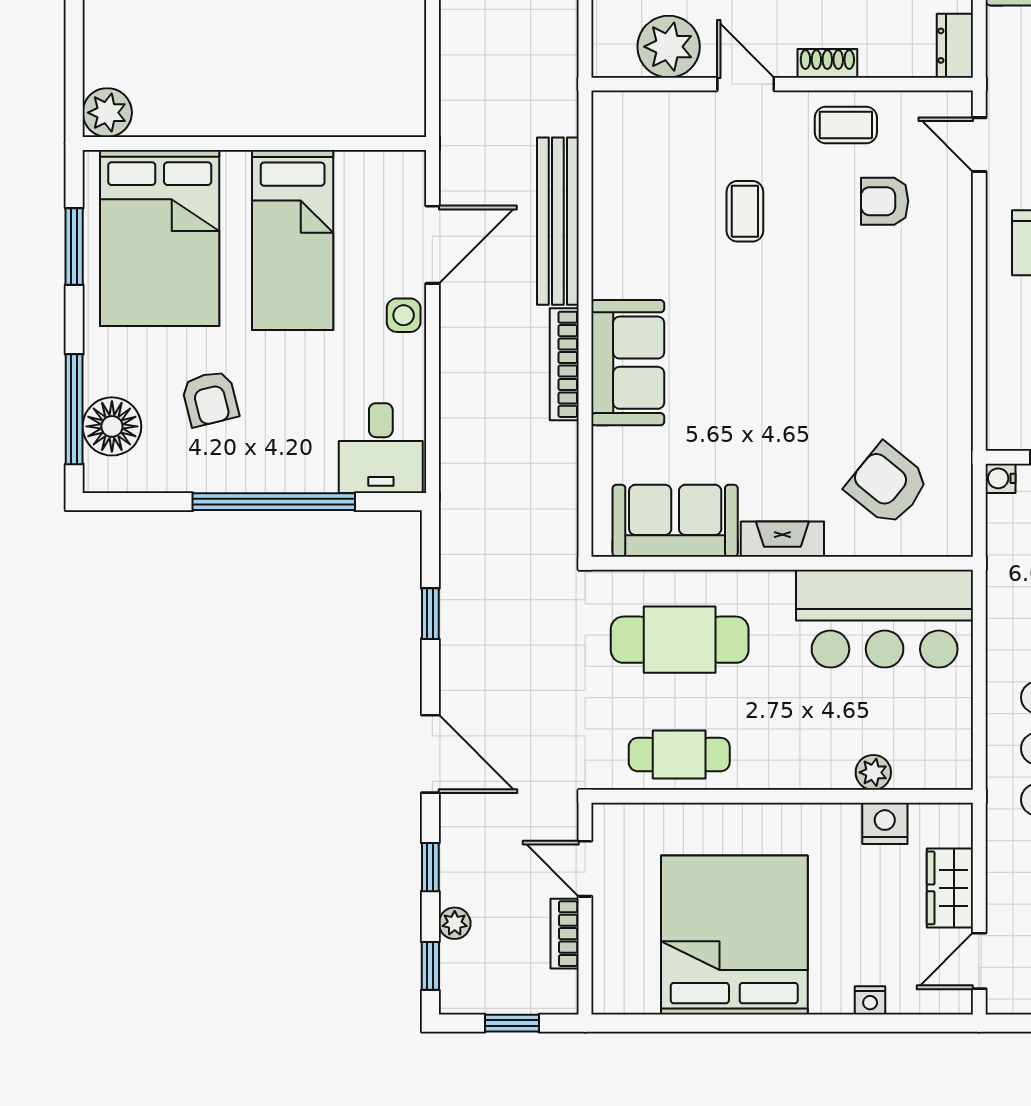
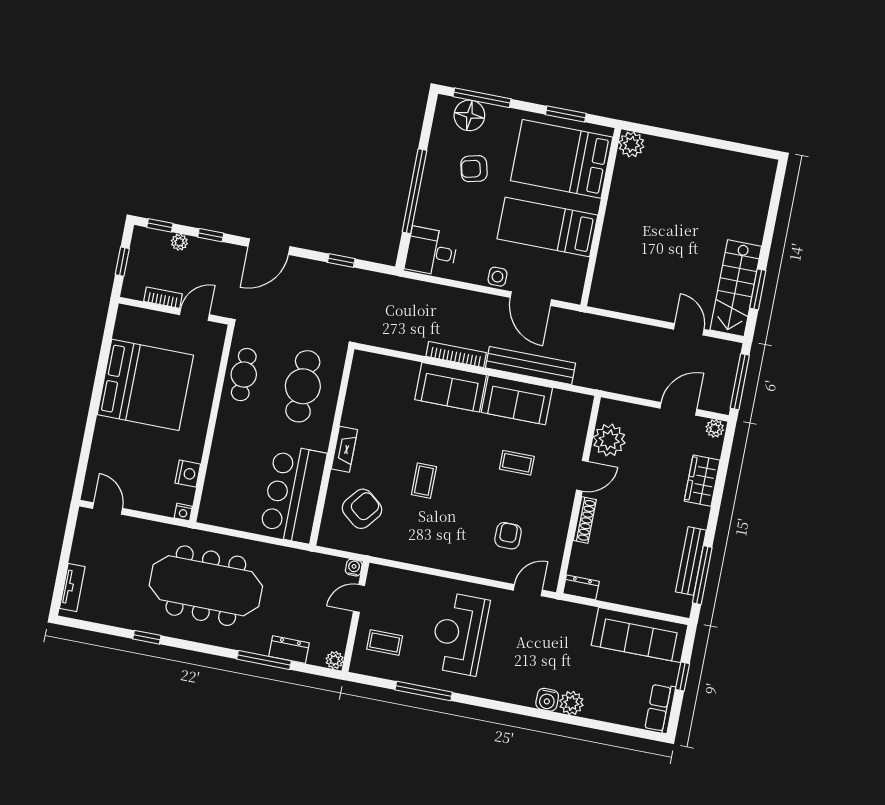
shoe rack: (827, 63) -> (585, 520), width x1.43
coffee table: (846, 125) -> (424, 481), moved
sofa: (675, 521) -> (517, 400), moved, turned 90
plant: (873, 772) -> (215, 473), removed
wardrobe: (950, 888) -> (148, 501), removed
nightstand: (870, 1000) -> (183, 512), moved, turned -90

